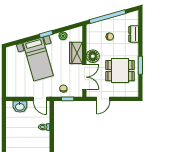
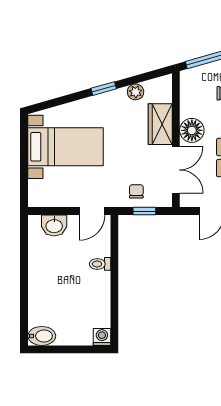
bed with nightstands: (38, 59) -> (66, 147), moved, turned -74
door: (40, 99) -> (92, 211), hinge flipped

